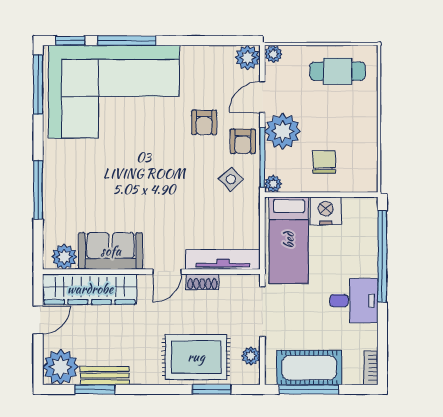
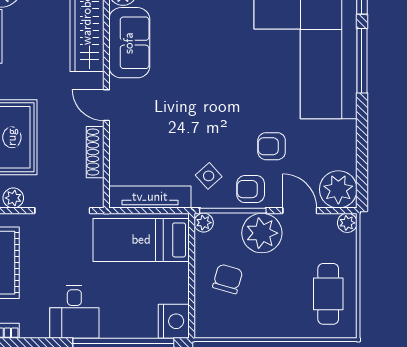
plant: (248, 58) -> (338, 189), width x1.36, depth x1.36
chair: (324, 162) -> (228, 279), turned -73
nightstand: (326, 211) -> (174, 321), moved
tv unit: (223, 259) -> (150, 197), moved, turned -90
shoe rack: (202, 282) -> (95, 152), width x1.43

